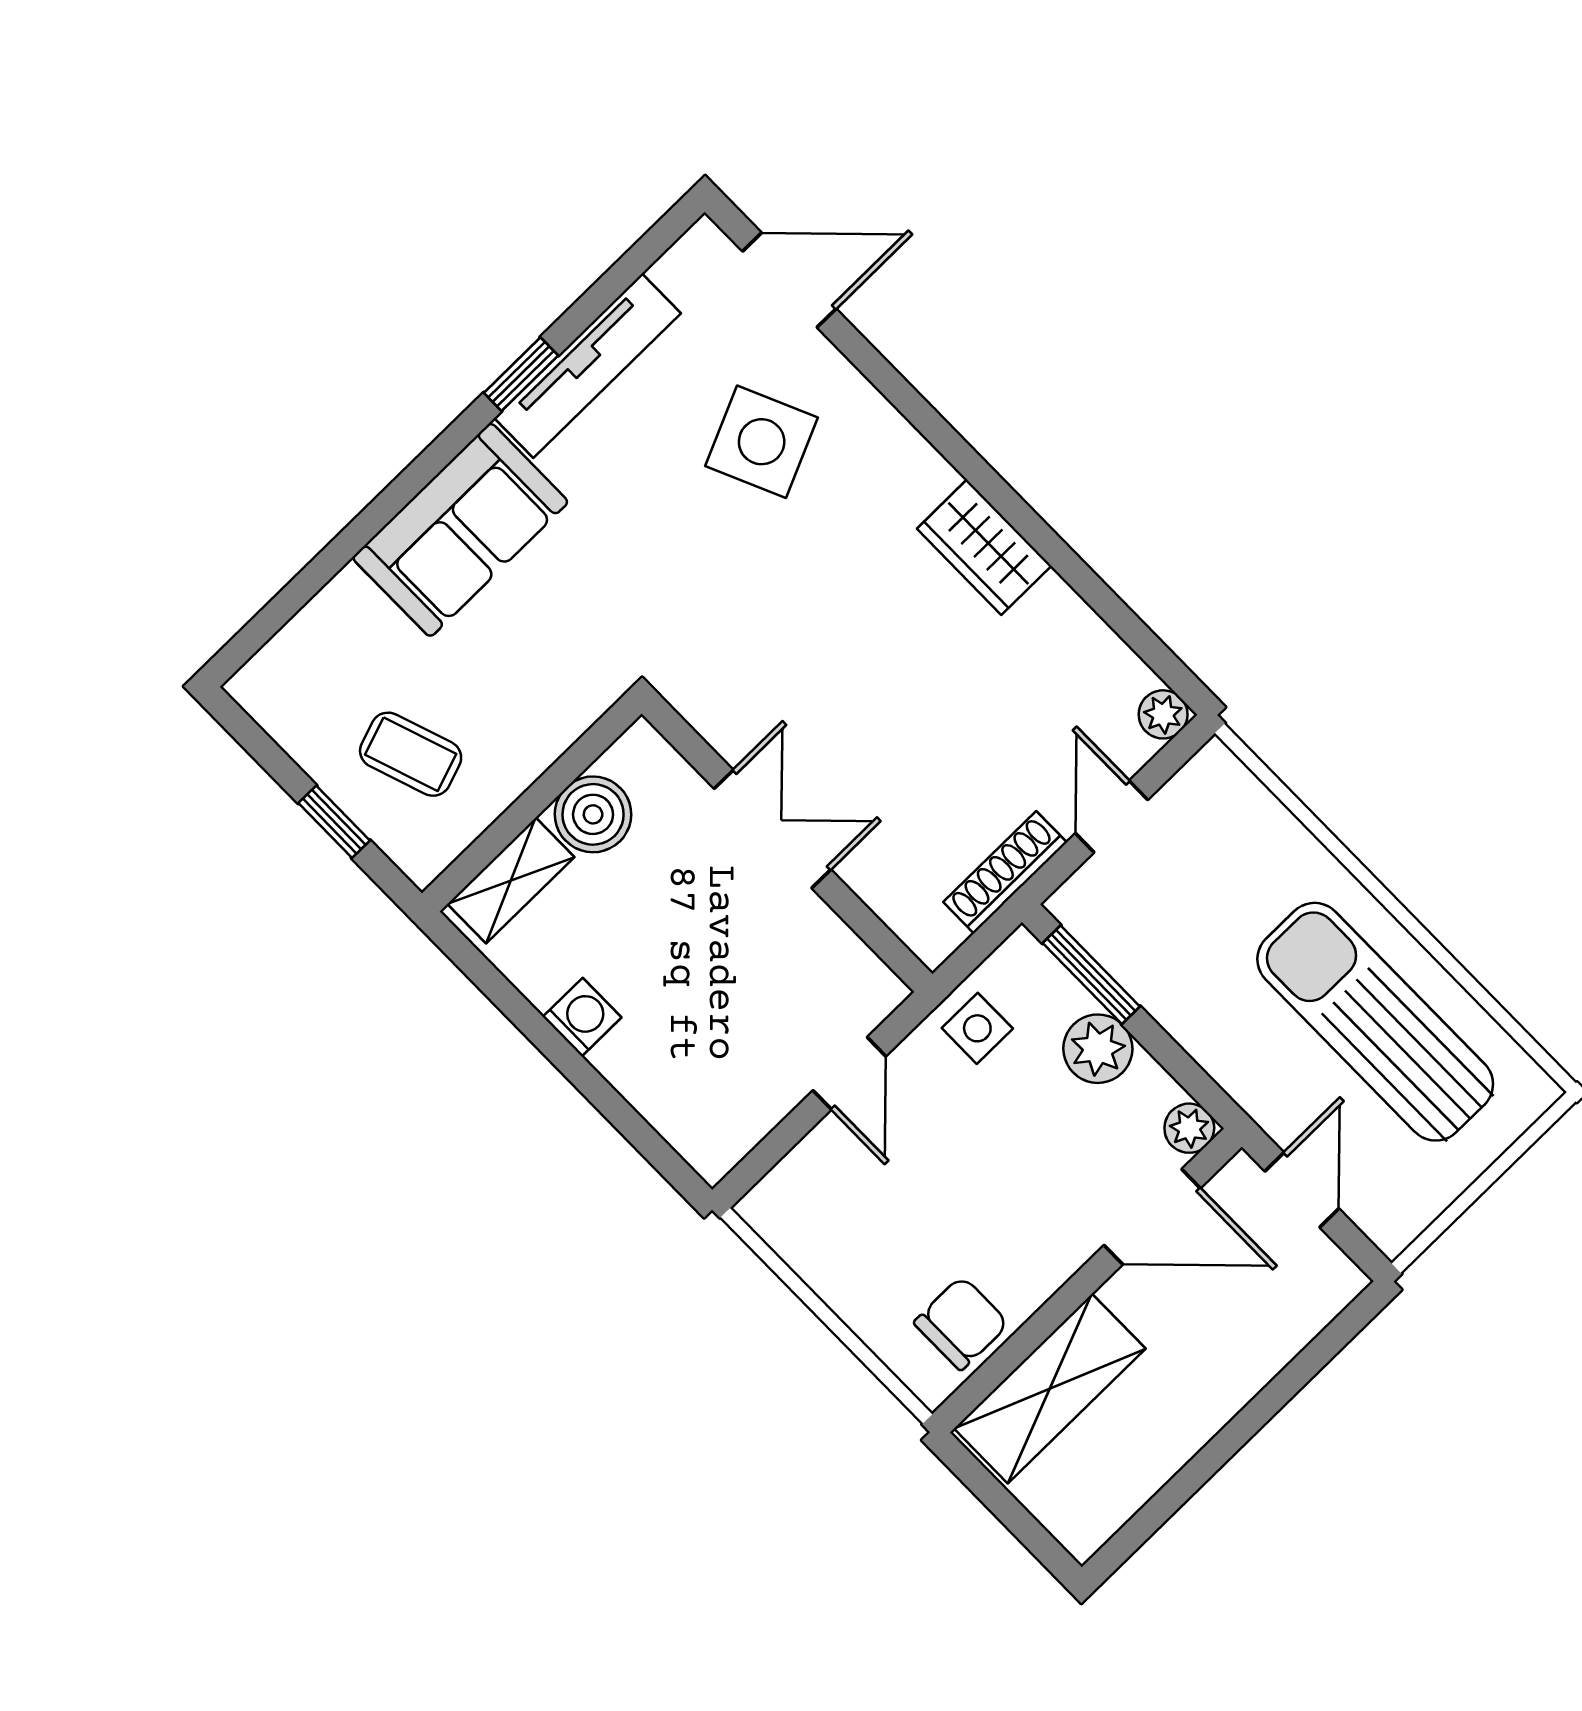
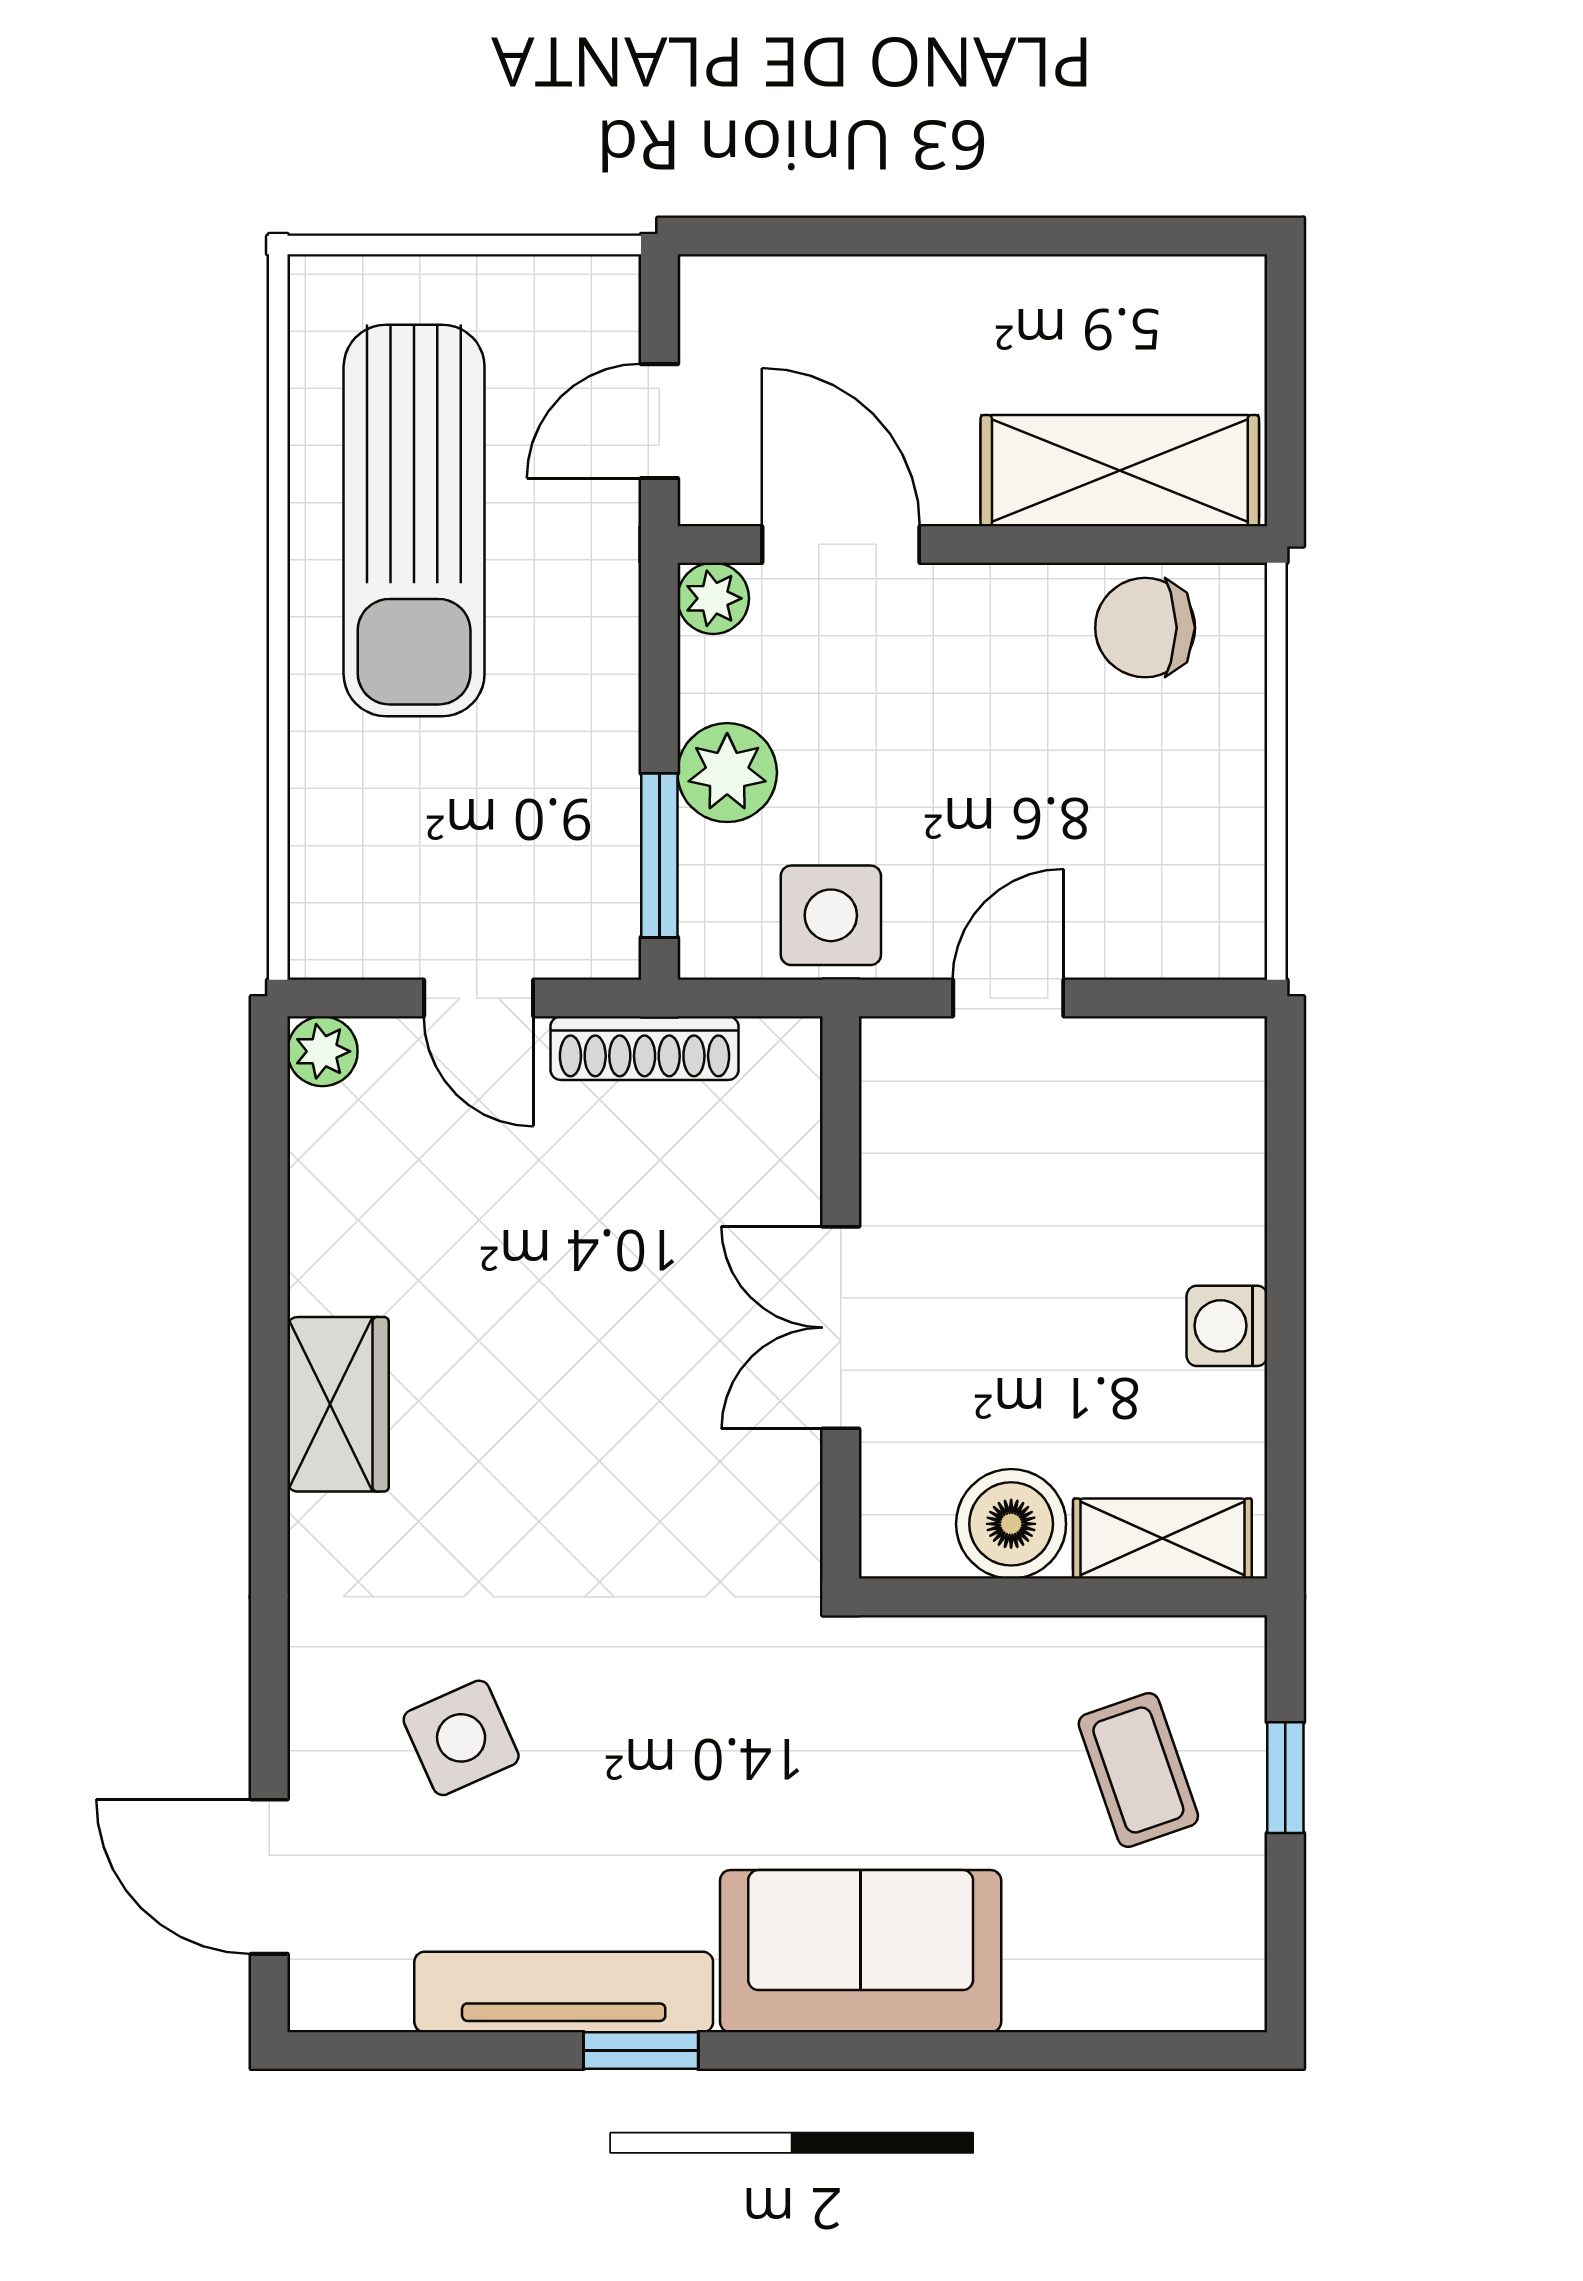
side table: (762, 442) -> (461, 1738), width x0.73, depth x0.73
door: (1112, 816) -> (479, 998), hinge flipped
side table: (977, 1028) -> (831, 915), width x1.37, depth x1.37

